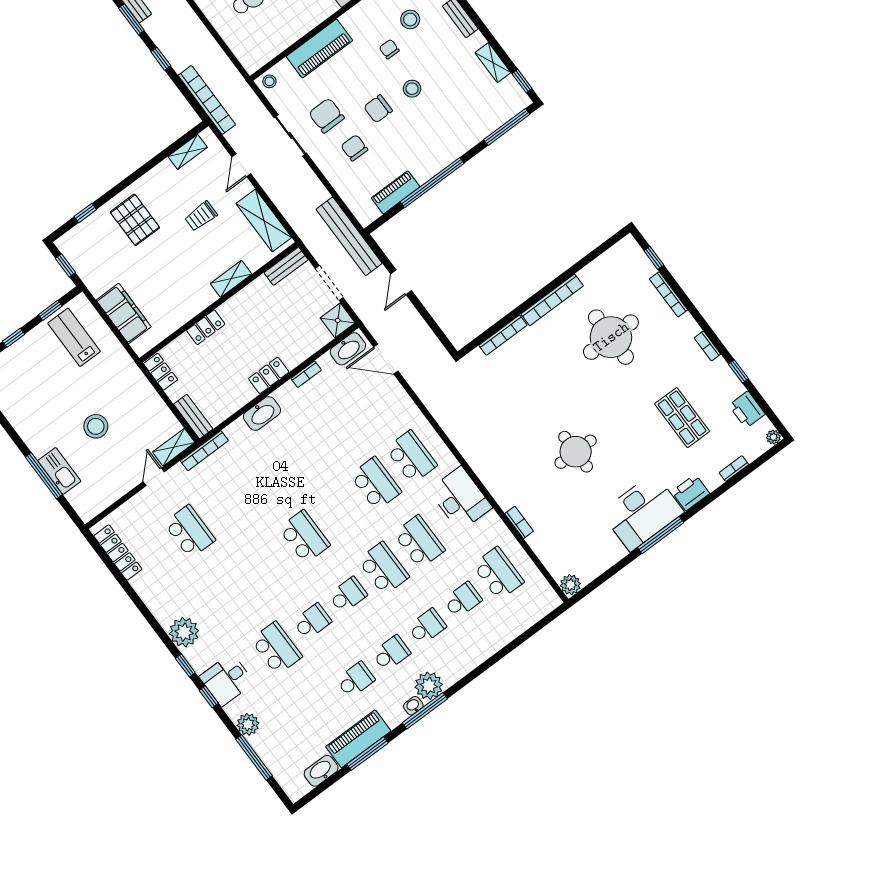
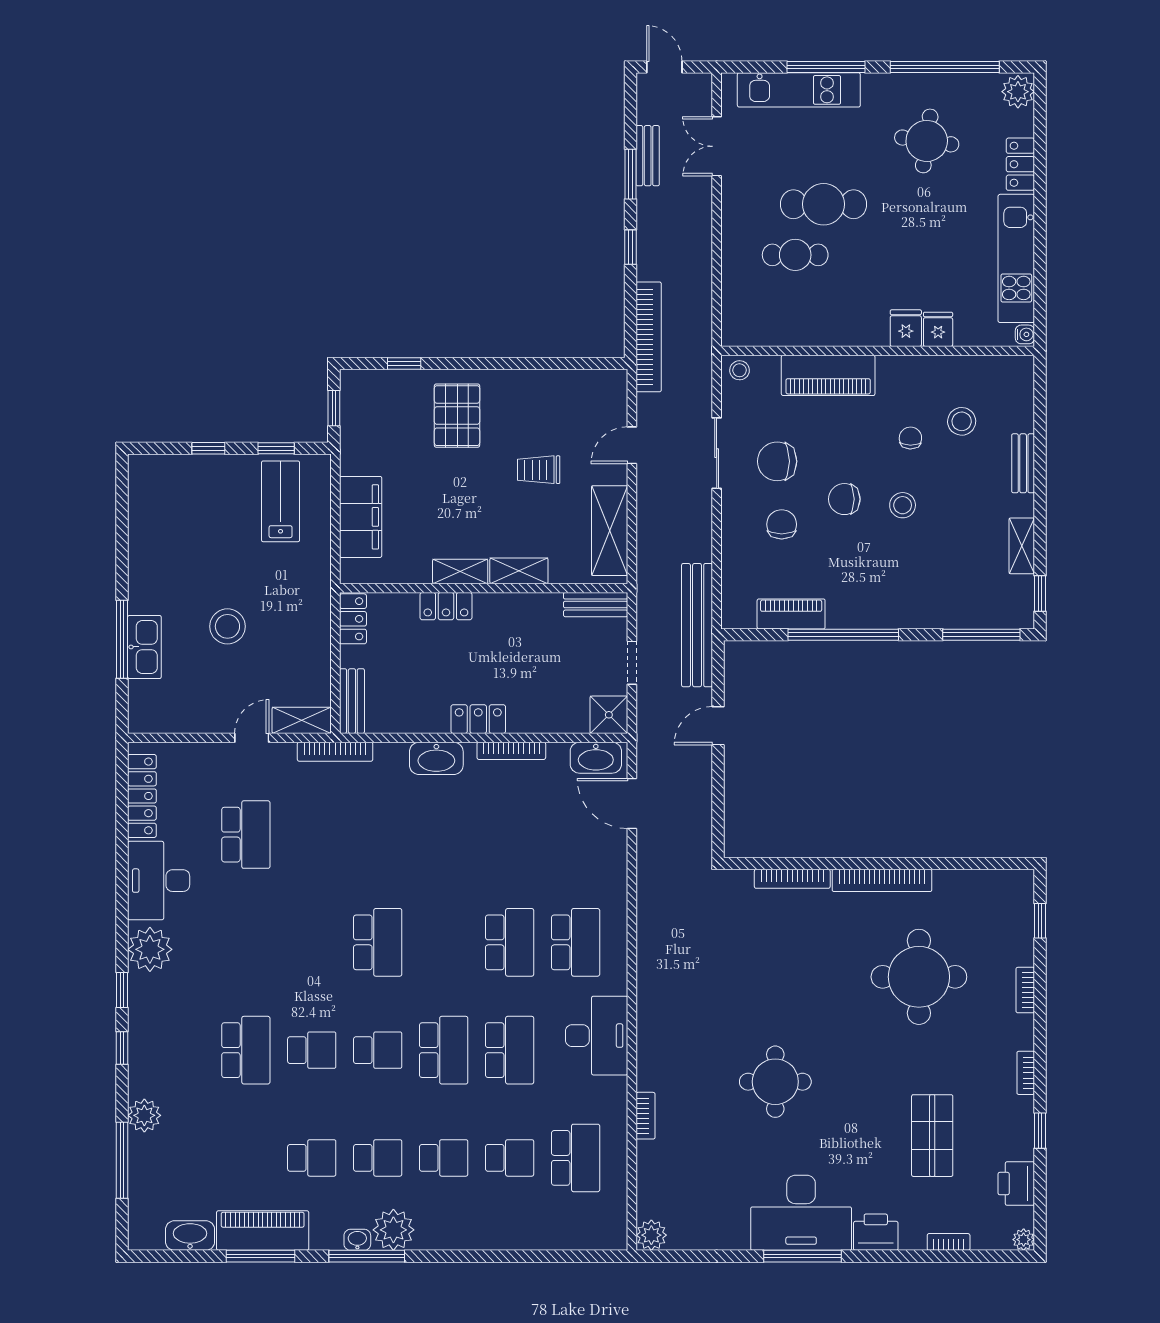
chair: (327, 116) -> (777, 461), turned -90
shelving: (188, 152) -> (460, 571), moved
doorway: (329, 283) -> (632, 663), width x0.73
bookcase: (669, 294) -> (1025, 990), width x0.64
bookcase: (306, 374) -> (511, 751), width x1.56
desk: (227, 680) -> (159, 881), moved, width x1.37

